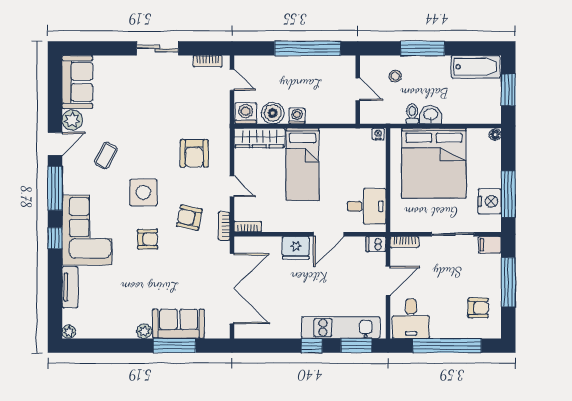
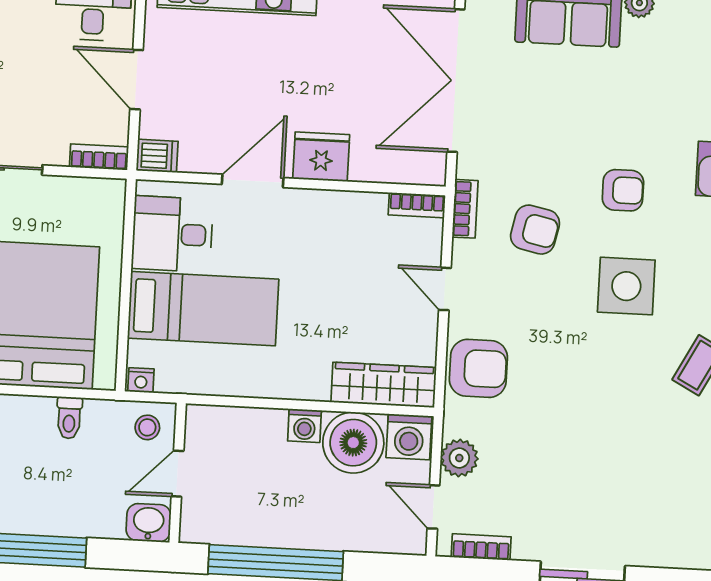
stool: (395, 76) -> (147, 427), moved
door: (358, 89) -> (178, 474), hinge flipped
plant: (221, 104) -> (459, 458), added
boiler: (273, 113) -> (353, 443), width x1.37, depth x1.37
washbasin: (431, 115) -> (149, 523), moved, turned 180
armchair: (194, 153) -> (478, 368), moved, turned 90
bed: (302, 164) -> (203, 309), moved, turned 90
armchair: (147, 239) -> (623, 190), turned 180
door: (388, 281) -> (136, 80), hinge flipped

